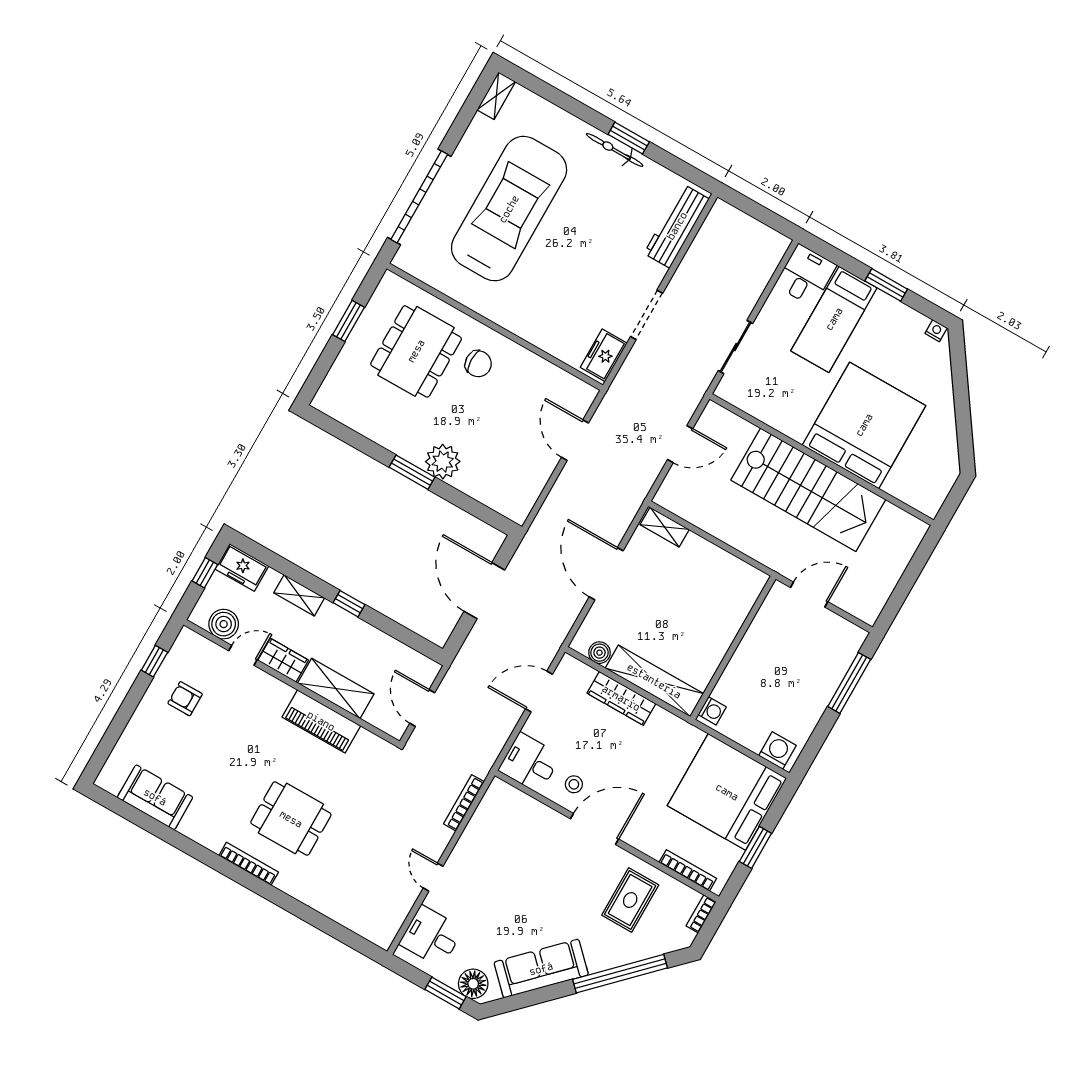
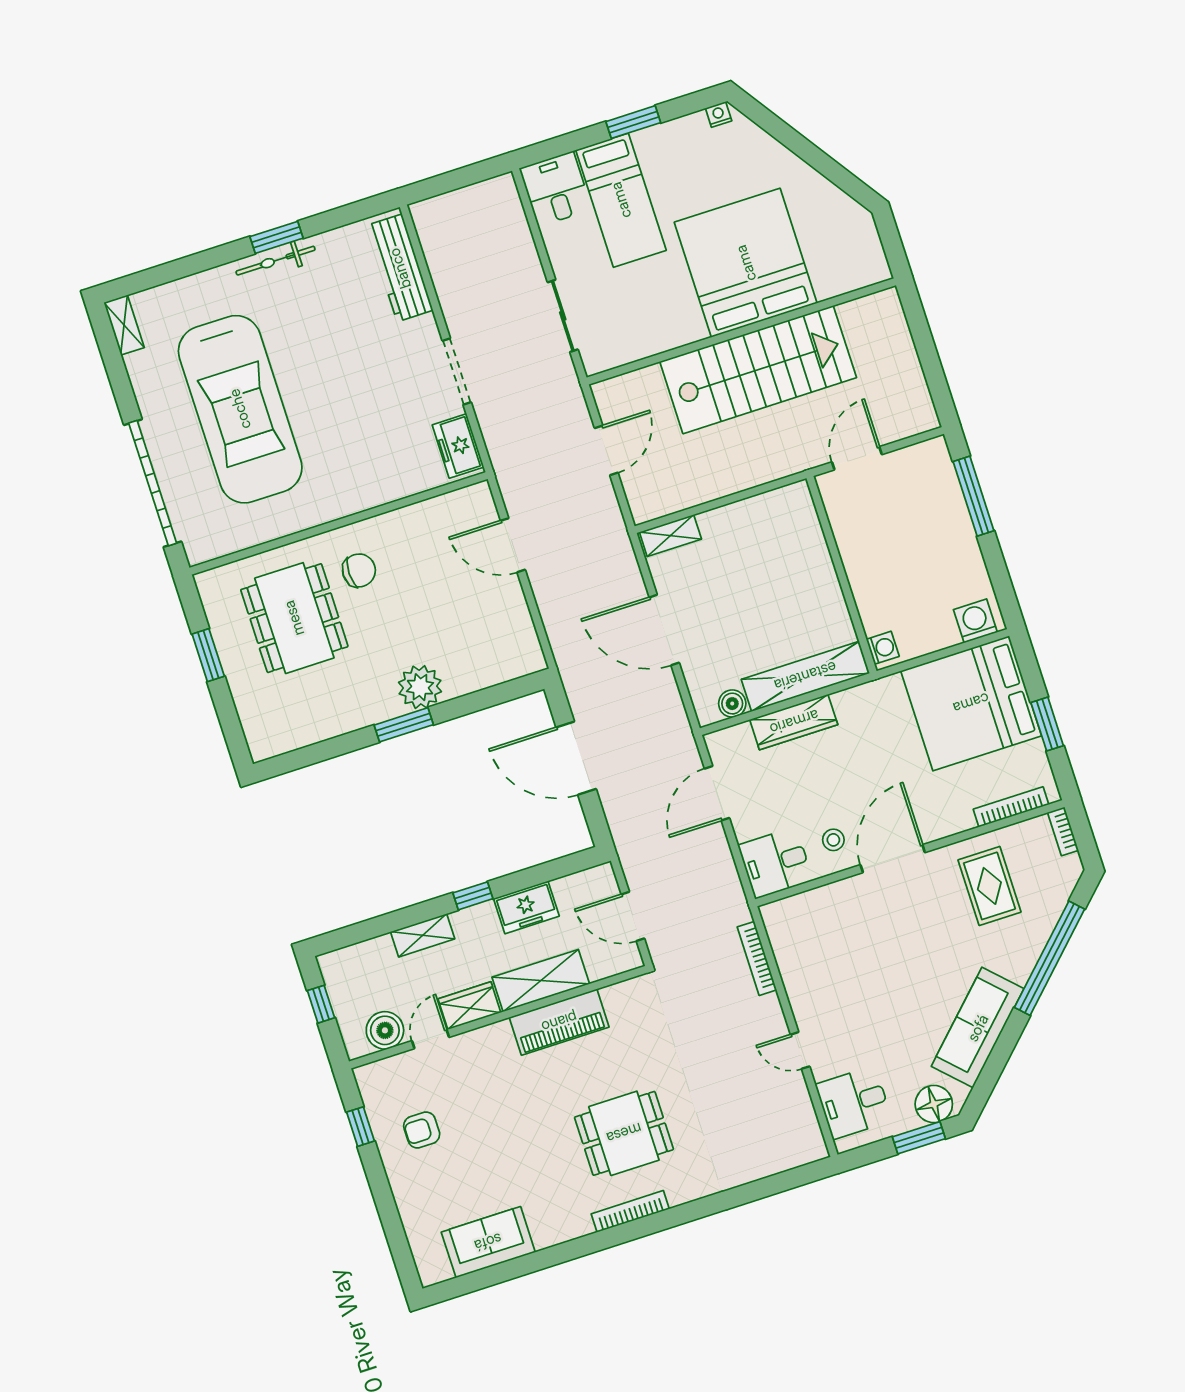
car: (509, 209) -> (240, 409), turned 180
freezer: (242, 568) -> (526, 907), moved

